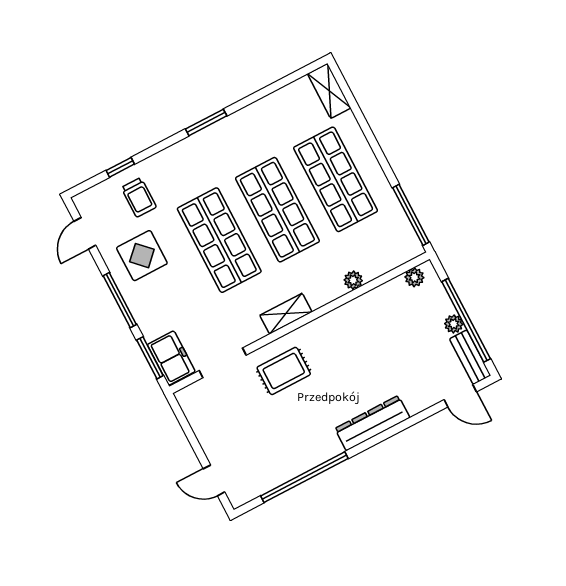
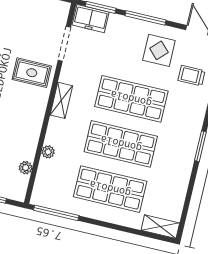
plant: (414, 277) -> (26, 168), moved
rug: (284, 371) -> (32, 73), turned 90

